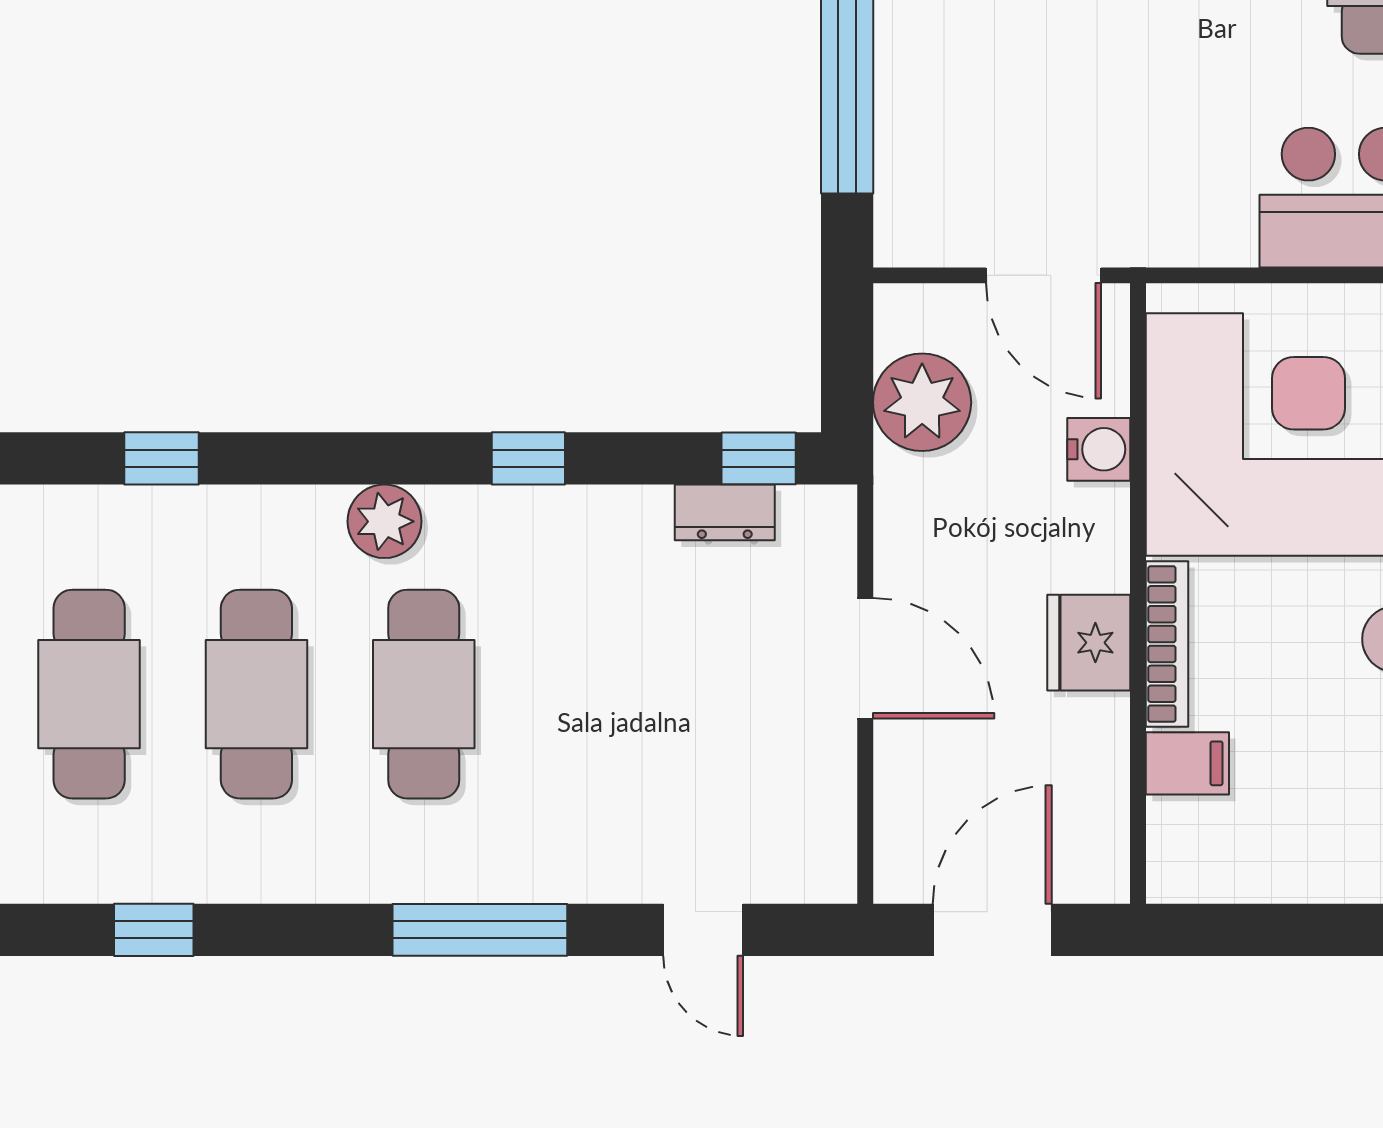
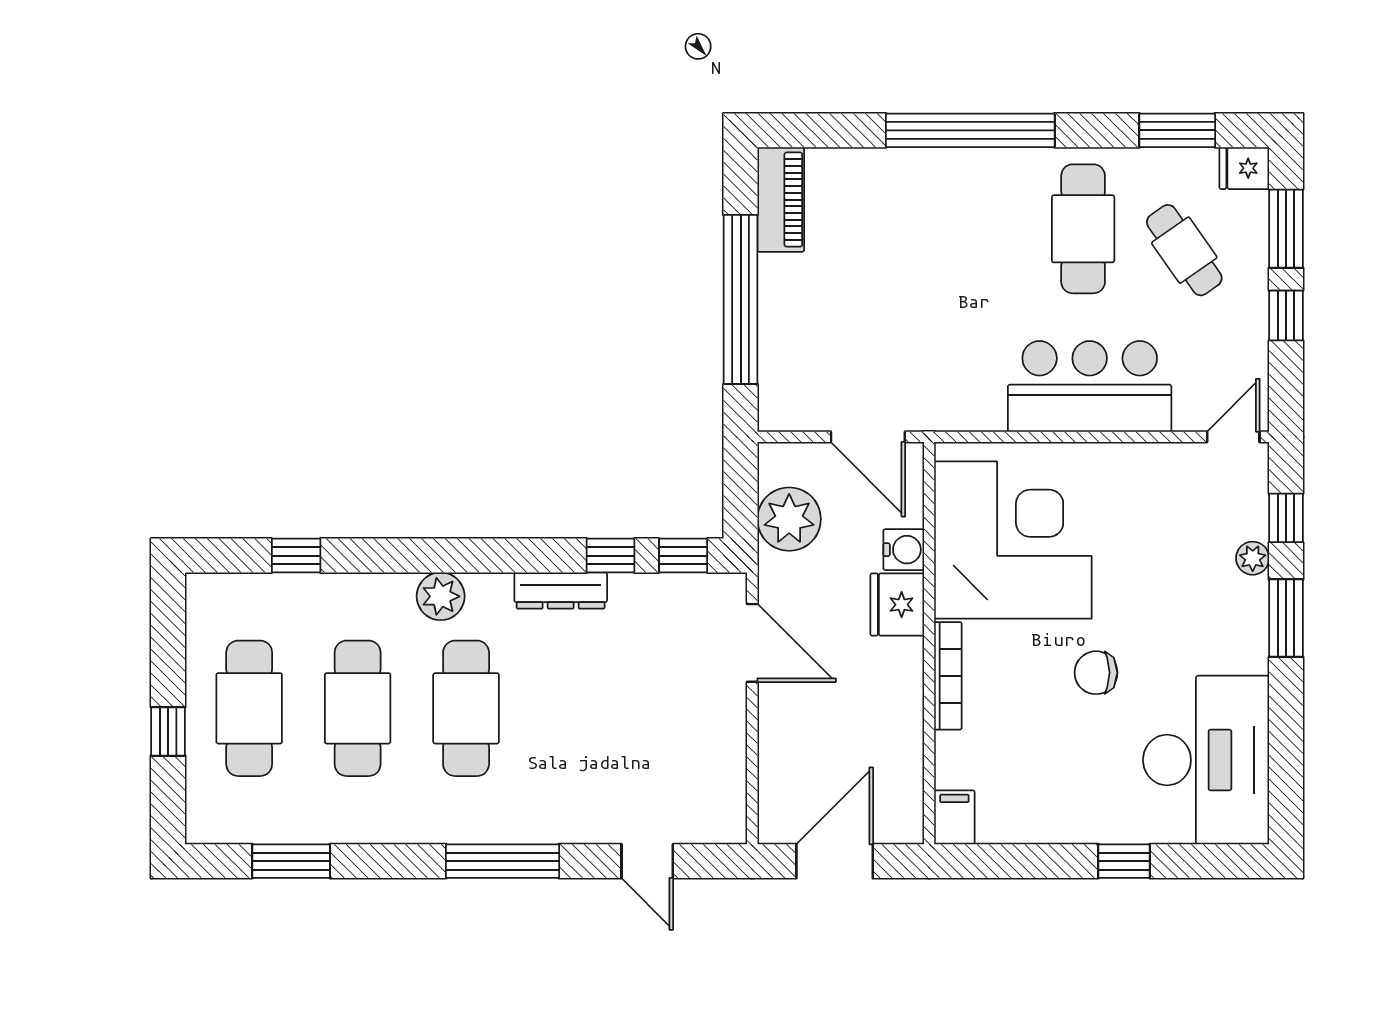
window: (528, 458) -> (610, 556), moved
dresser: (725, 512) -> (561, 591), moved, width x1.44
fridge: (1089, 643) -> (897, 605), moved
door: (865, 658) -> (752, 643), moved
filing cabinet: (1187, 763) -> (954, 817), moved, turned -90
window: (154, 930) -> (291, 861), width x1.50

